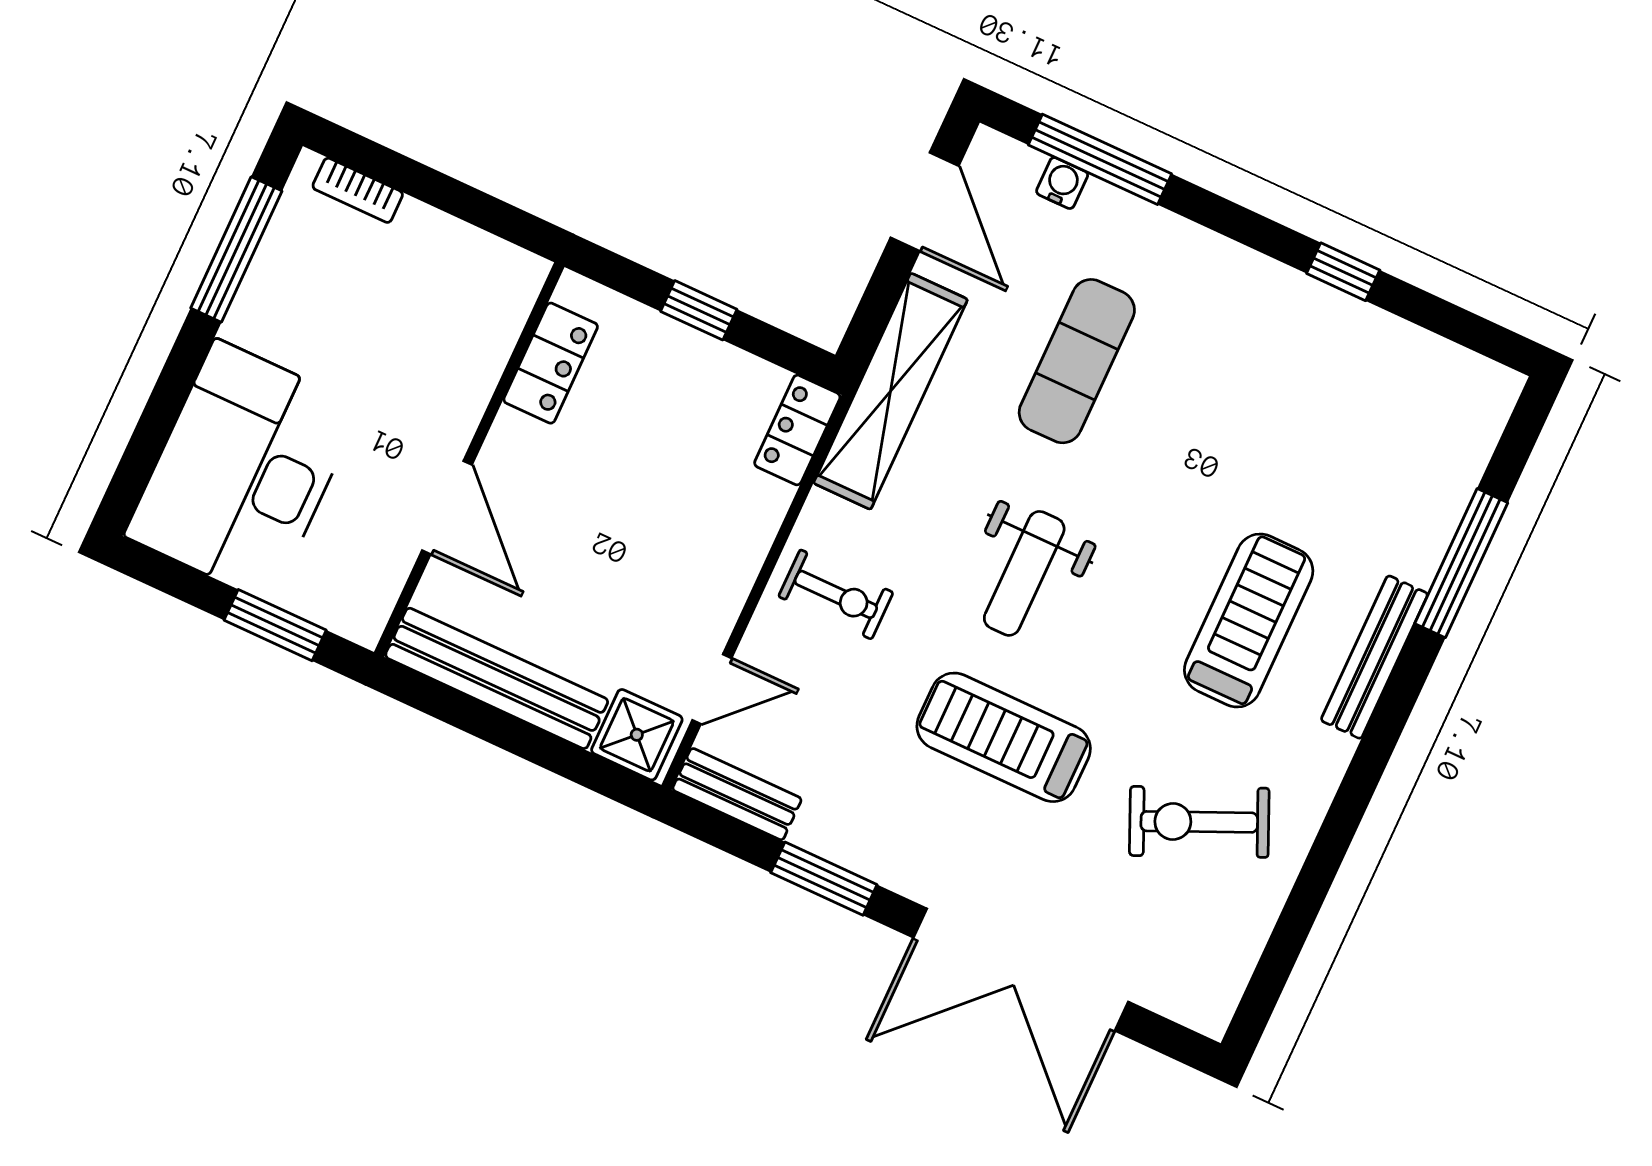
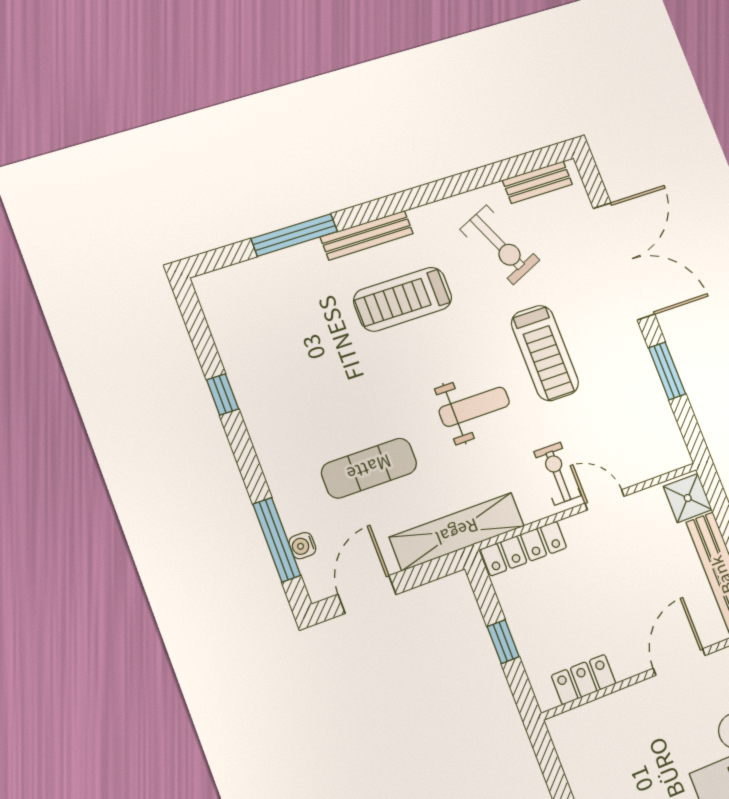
locker: (797, 430) -> (524, 548), width x1.53
door: (712, 689) -> (605, 500), moved
bench: (737, 794) -> (537, 182), moved, turned 90

